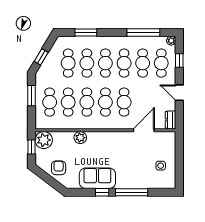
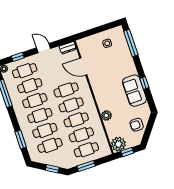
door: (179, 93) -> (44, 48), swing flipped
window: (132, 192) -> (131, 43), moved

